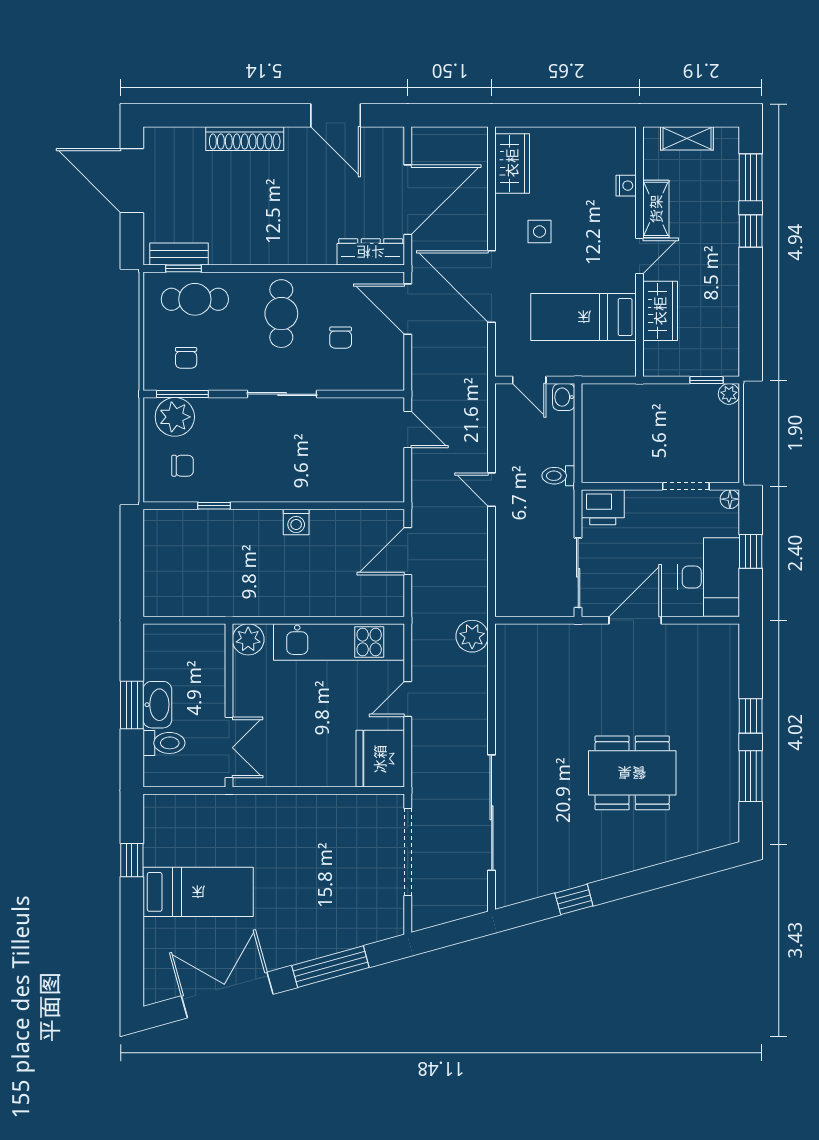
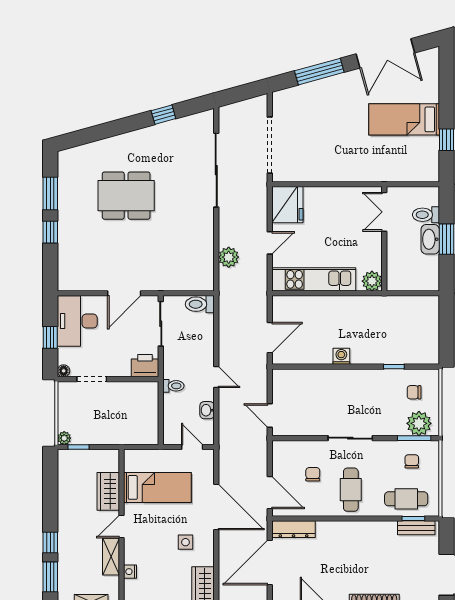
washbasin: (564, 397) -> (207, 410), moved, turned 180
toilet: (517, 603) -> (200, 304), added
plant: (472, 636) -> (229, 257), moved

